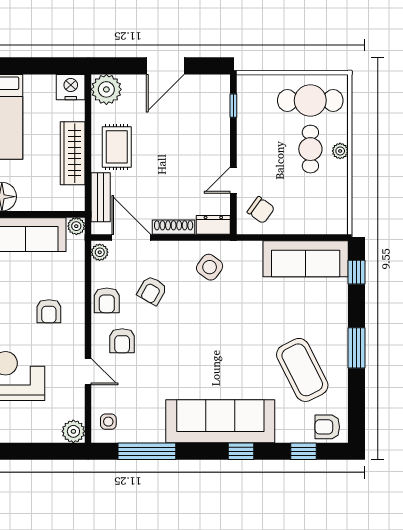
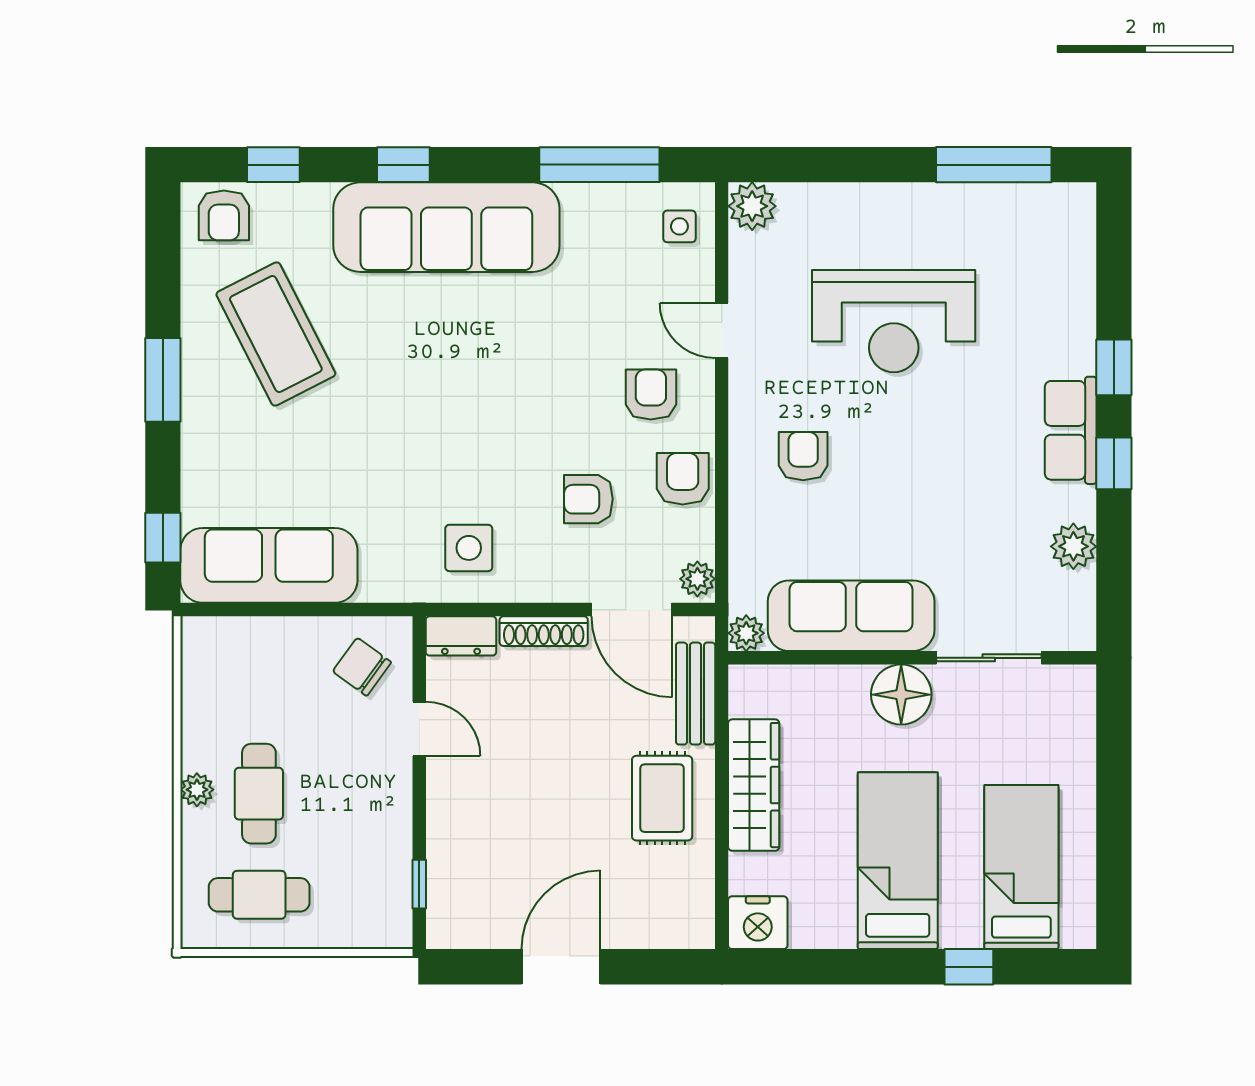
plant: (106, 89) -> (684, 918), removed
cafe table: (310, 100) -> (259, 895), width x0.73, depth x0.74
door: (233, 180) -> (419, 729), hinge flipped
side table: (210, 267) -> (469, 548), turned -36
armchair: (152, 291) -> (588, 499), turned -120
armchair: (327, 427) -> (224, 215), turned 90

